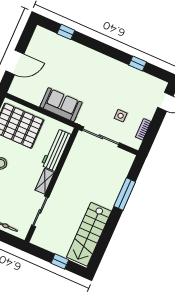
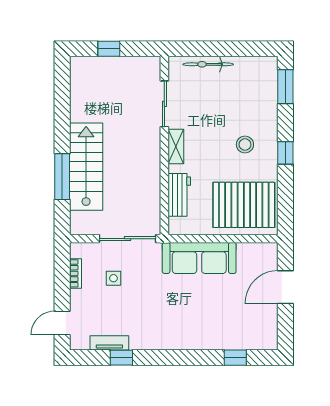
tv unit: (141, 76) -> (109, 343), added
sofa: (61, 105) -> (199, 258), width x1.36
workbench: (56, 150) -> (179, 195), width x0.73
stairs: (89, 234) -> (86, 167), moved

